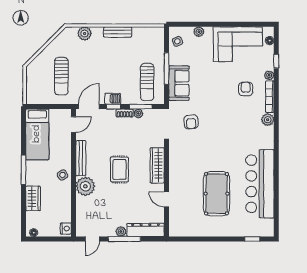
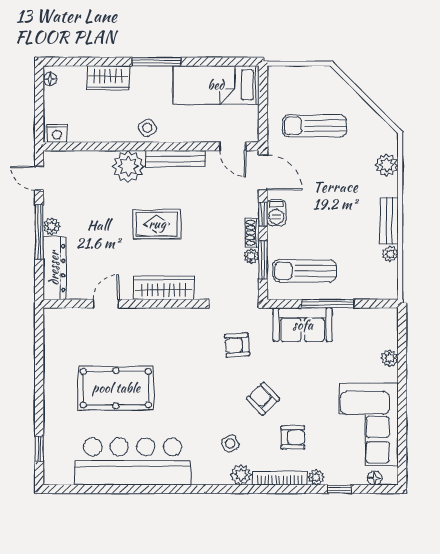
plant: (137, 31) -> (390, 254), added
side table: (177, 41) -> (230, 444), moved
armchair: (223, 107) -> (263, 399), added

